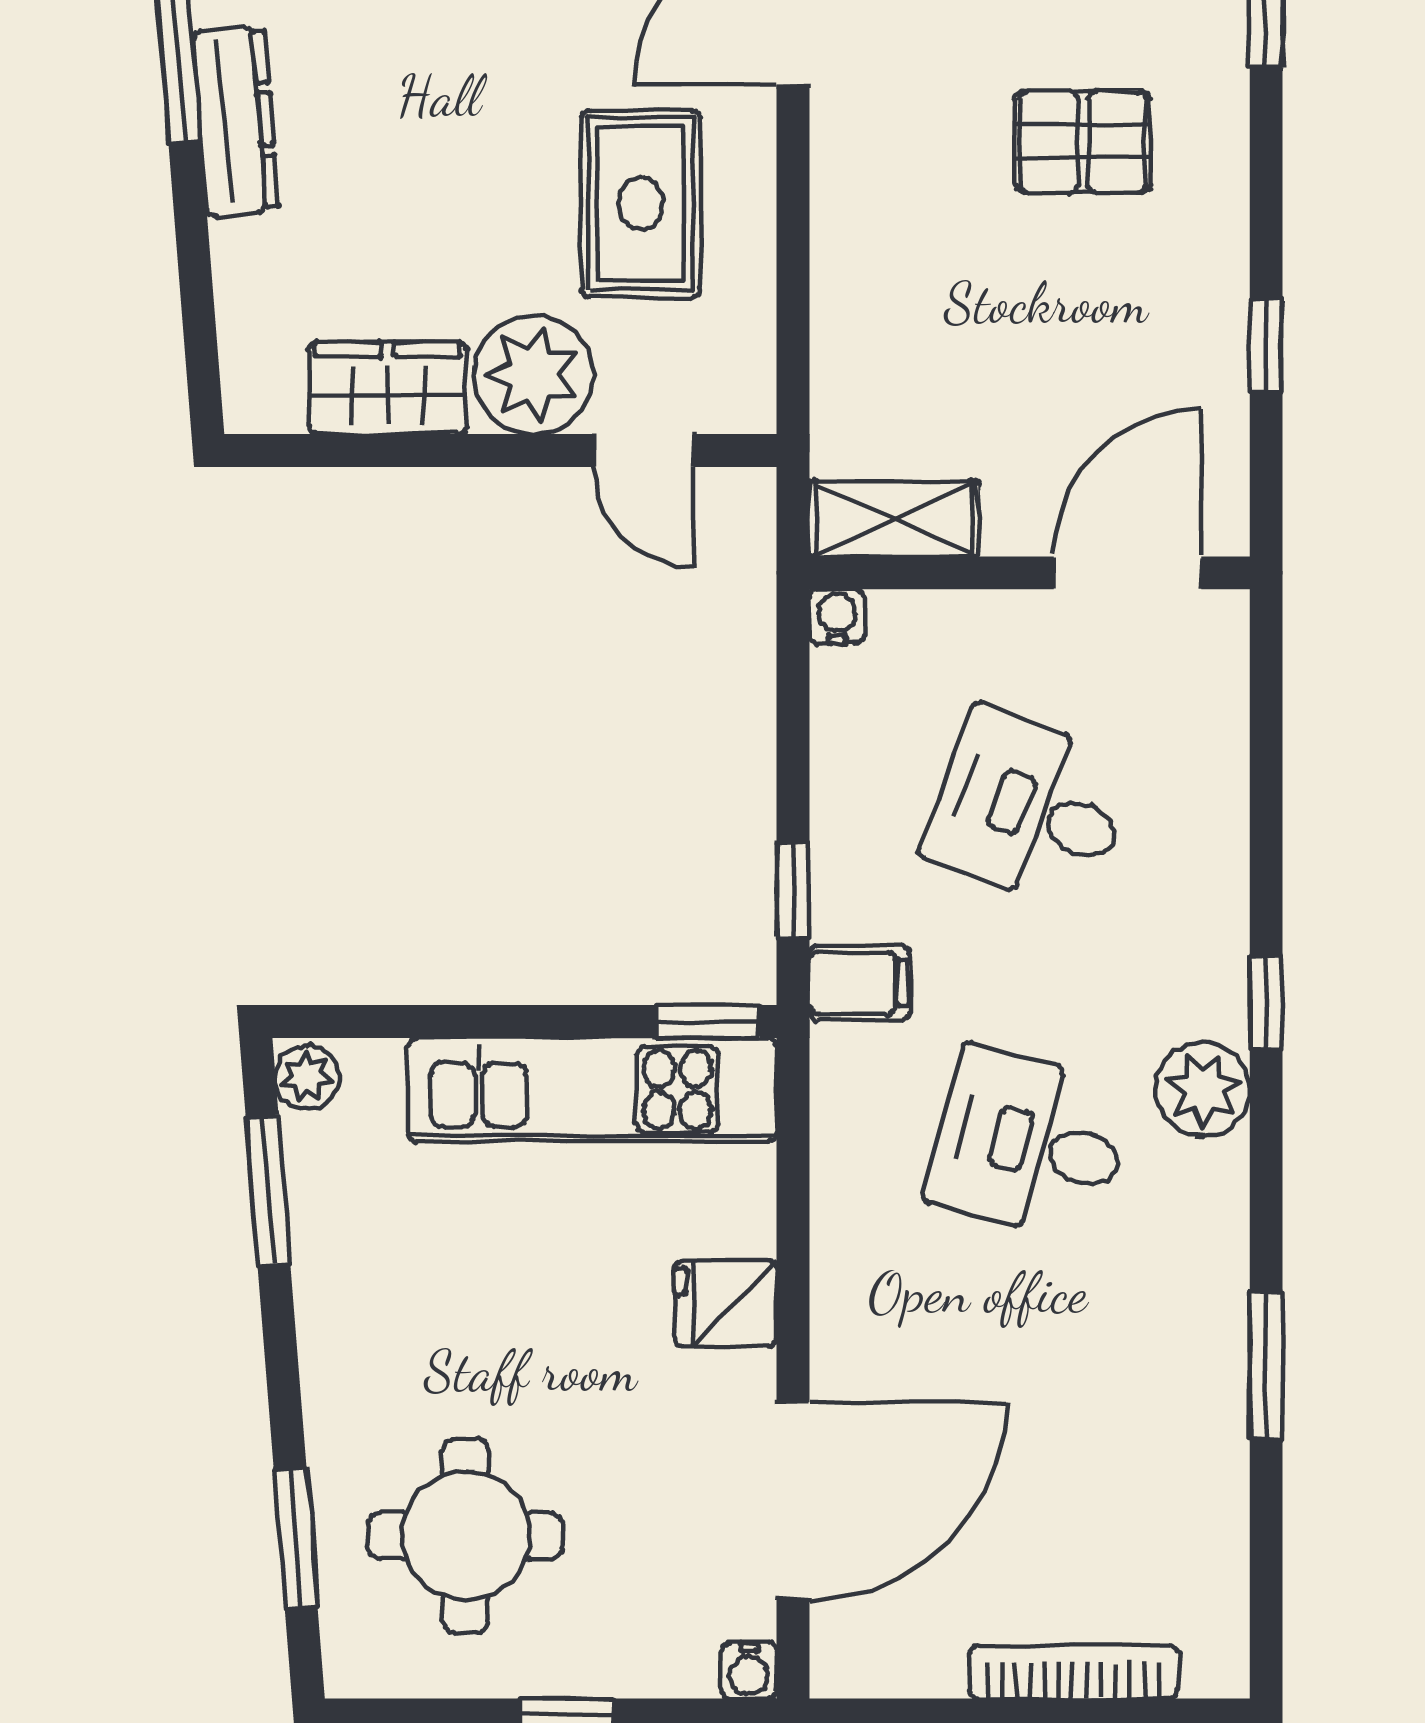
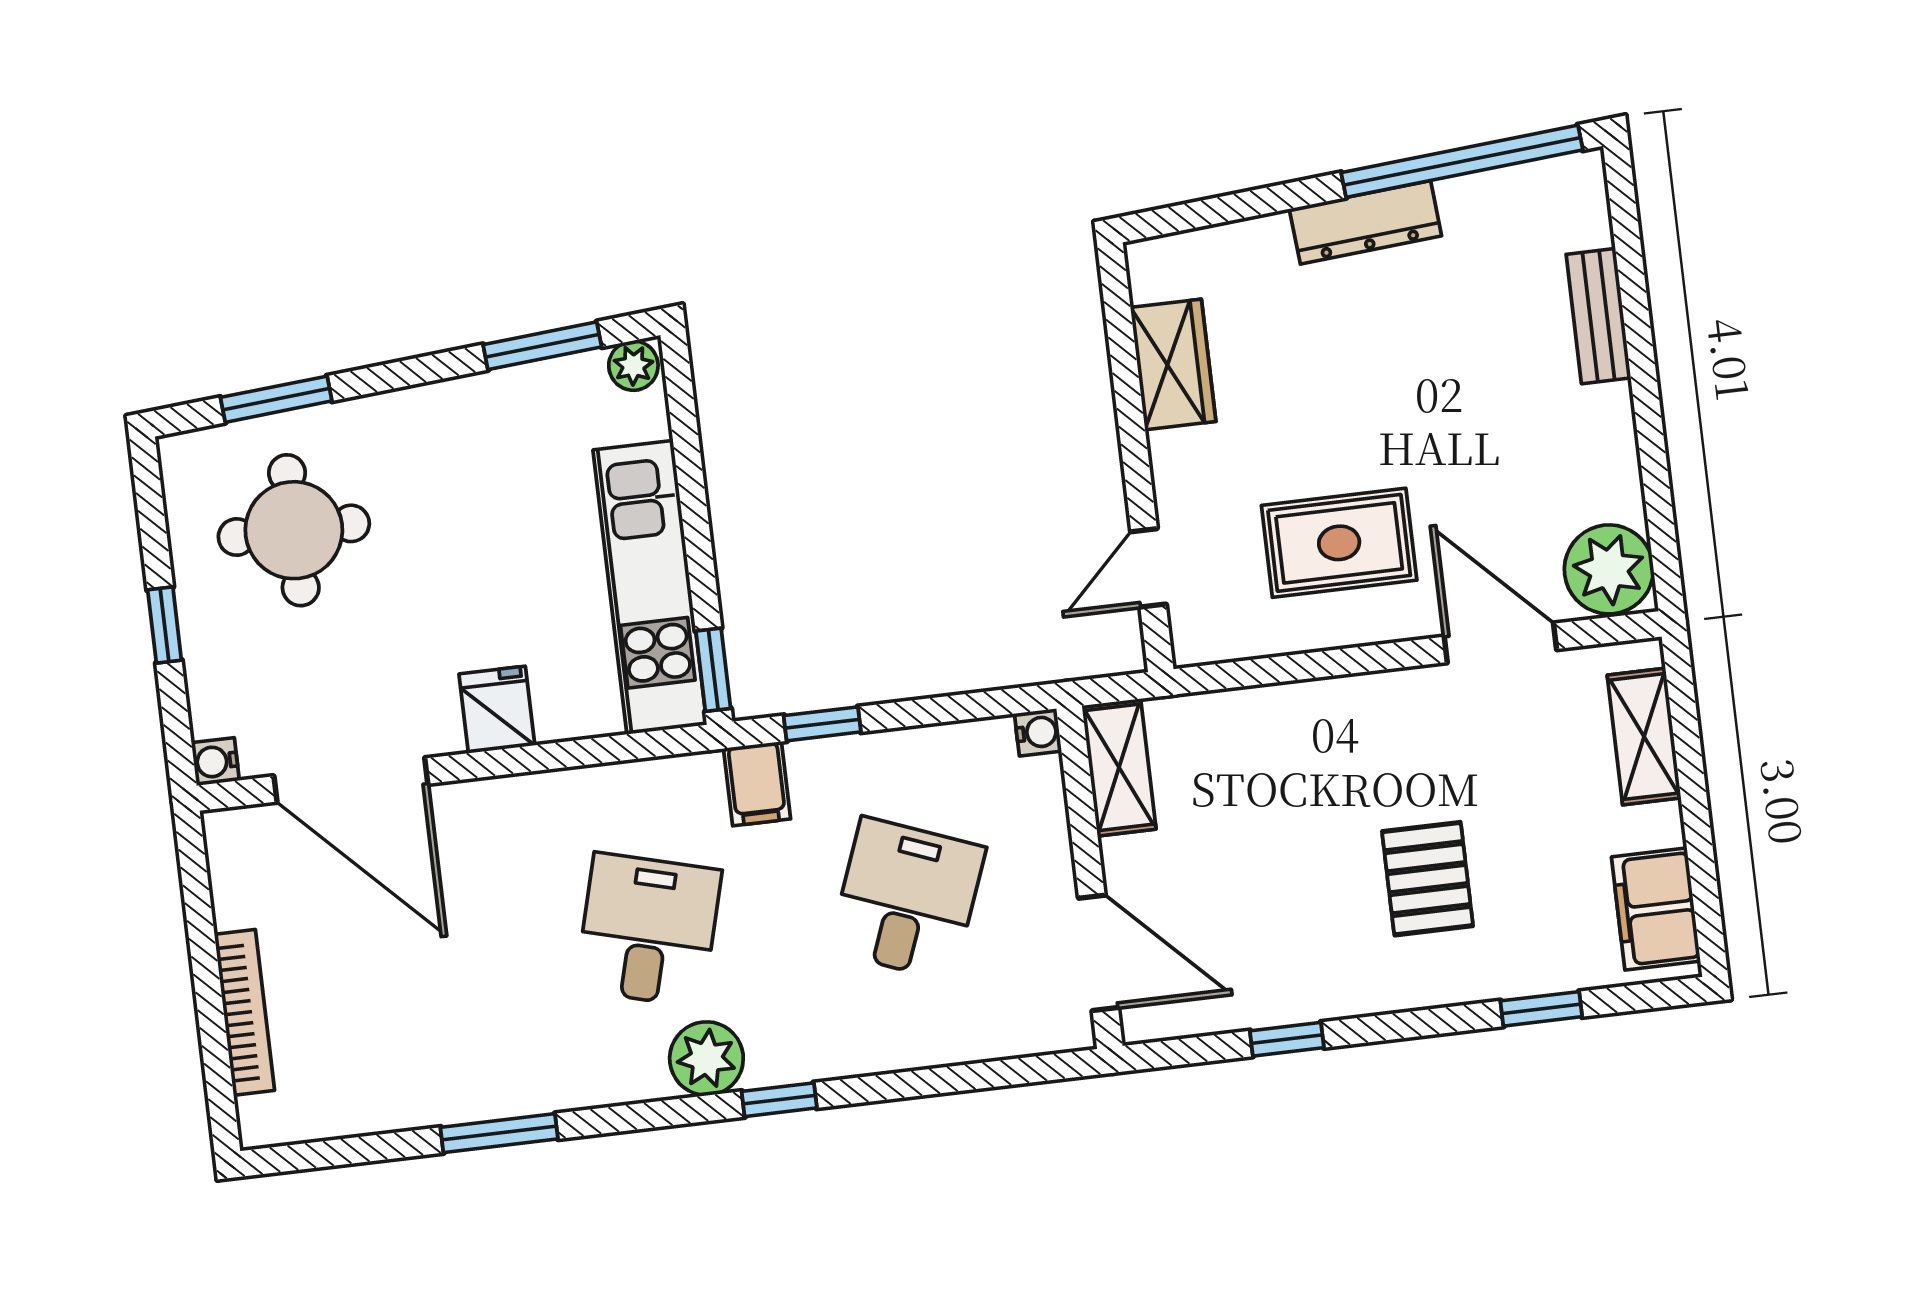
plant: (533, 375) -> (1197, 475), removed

